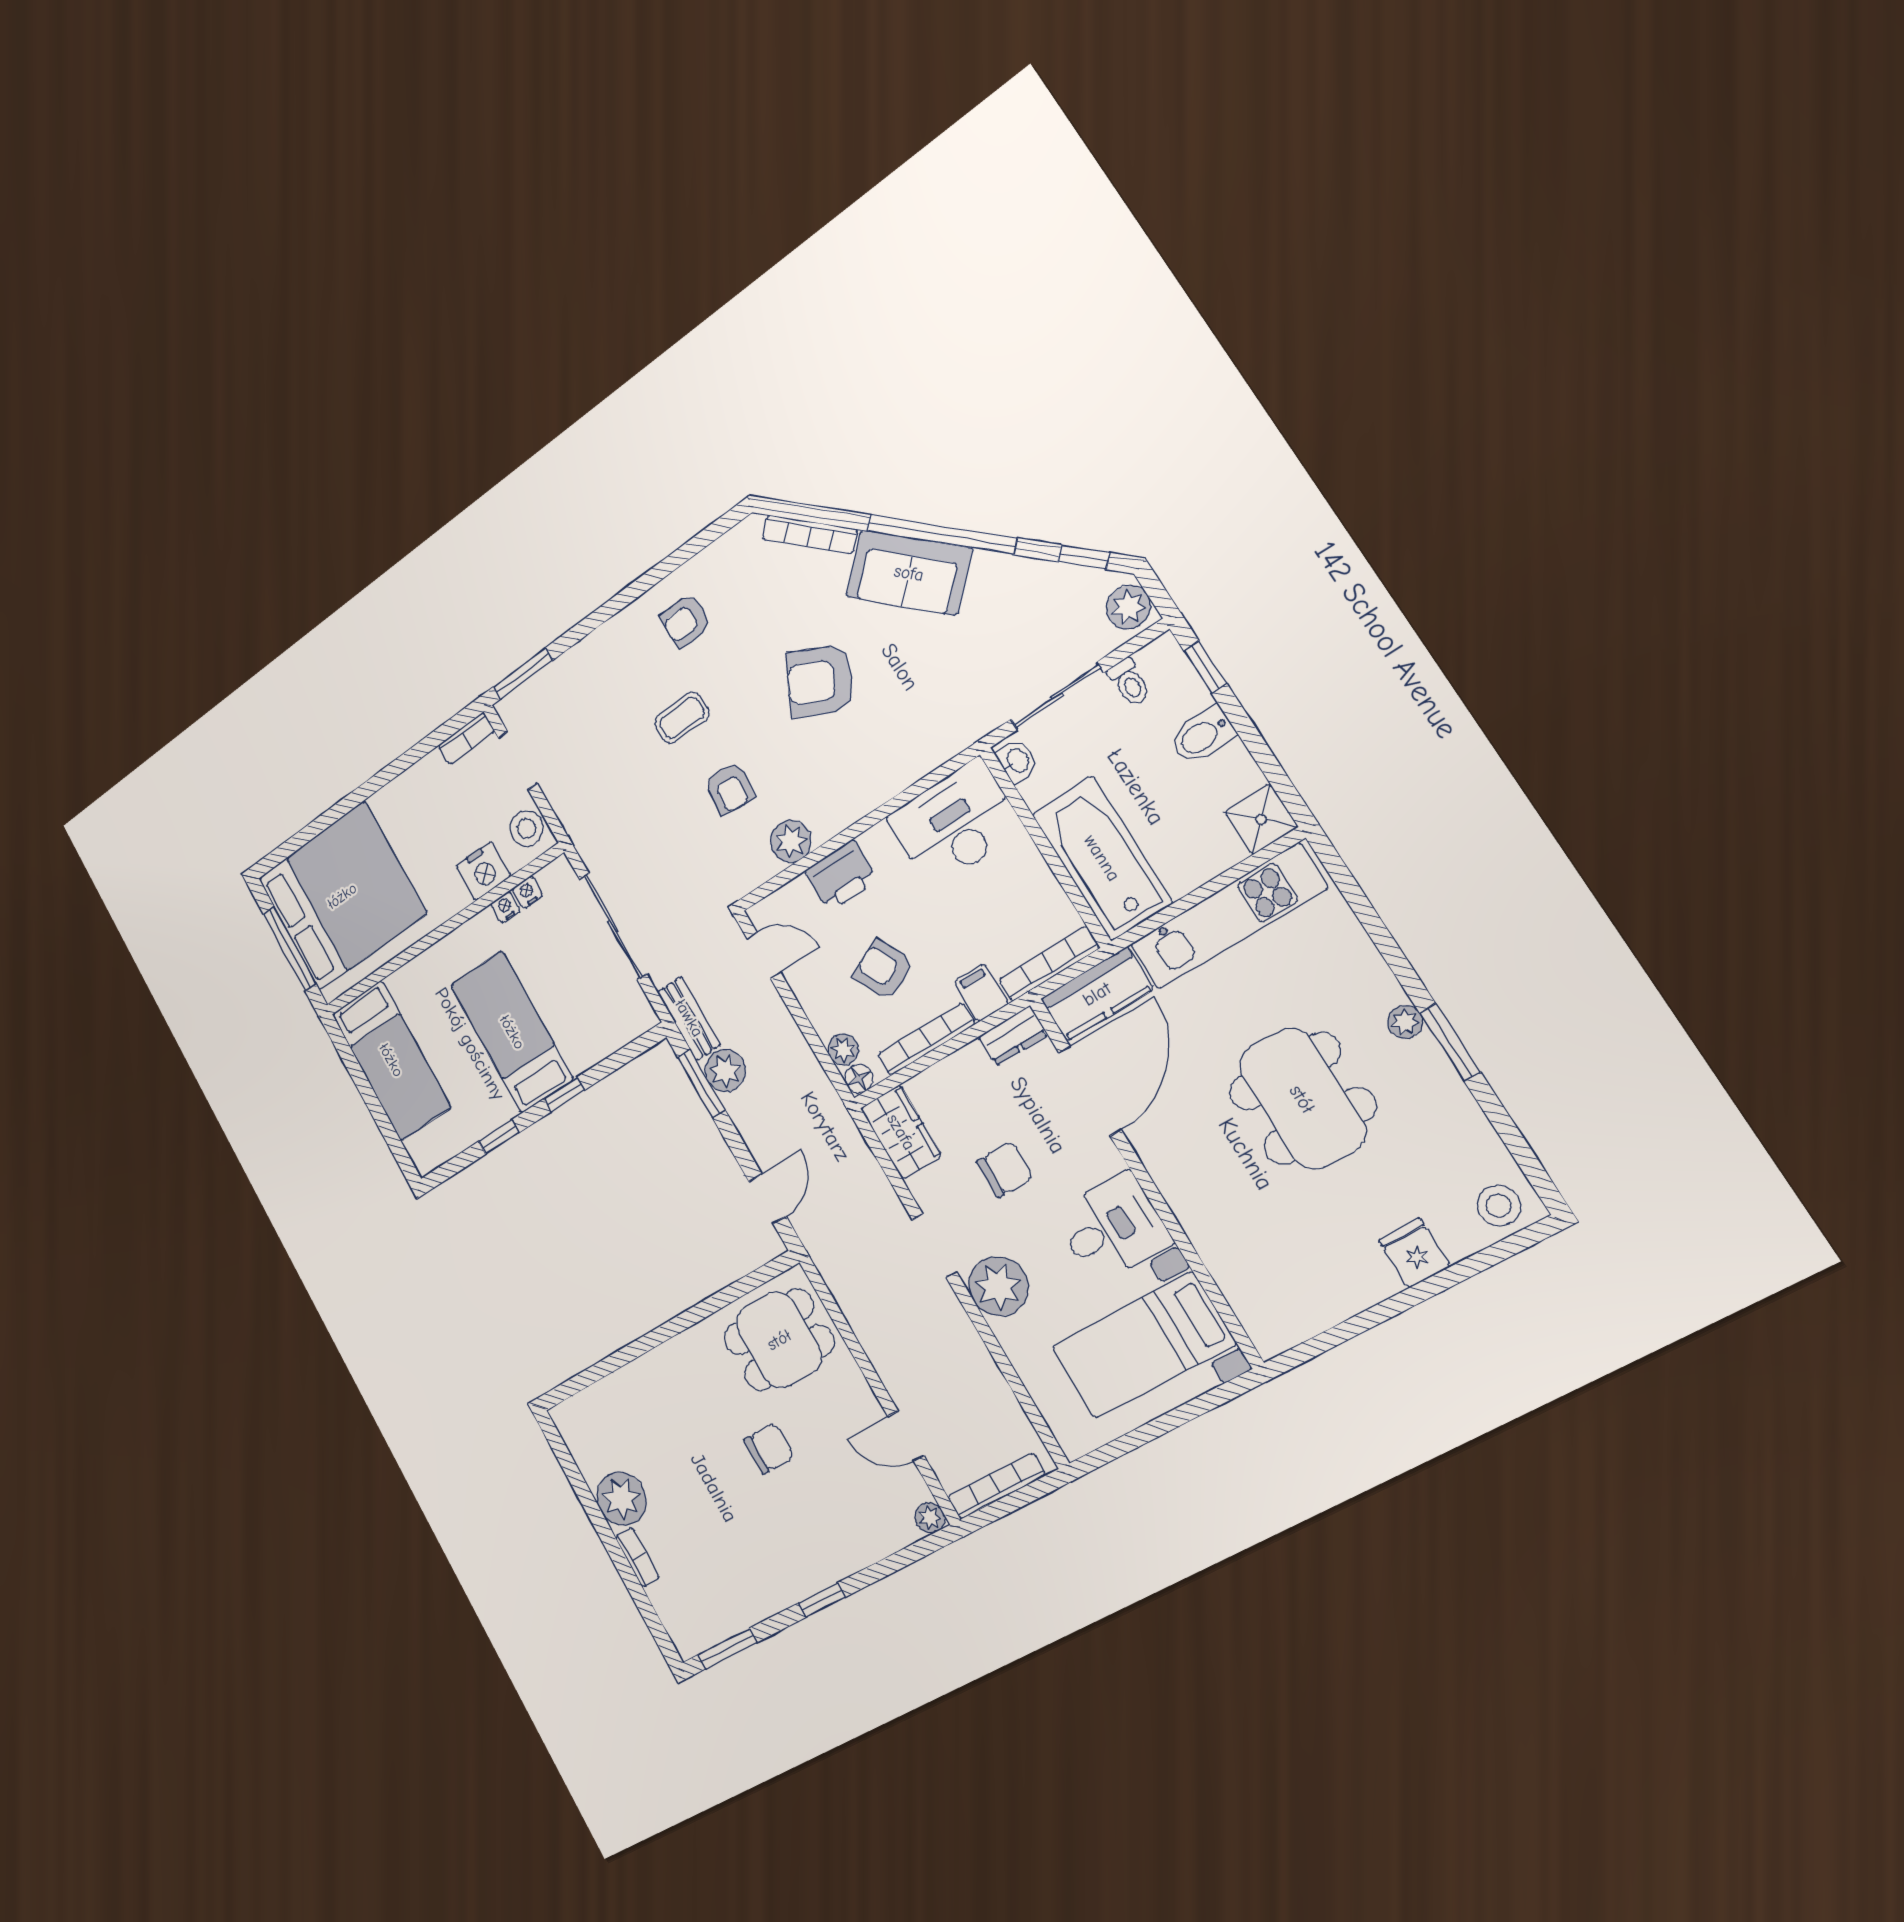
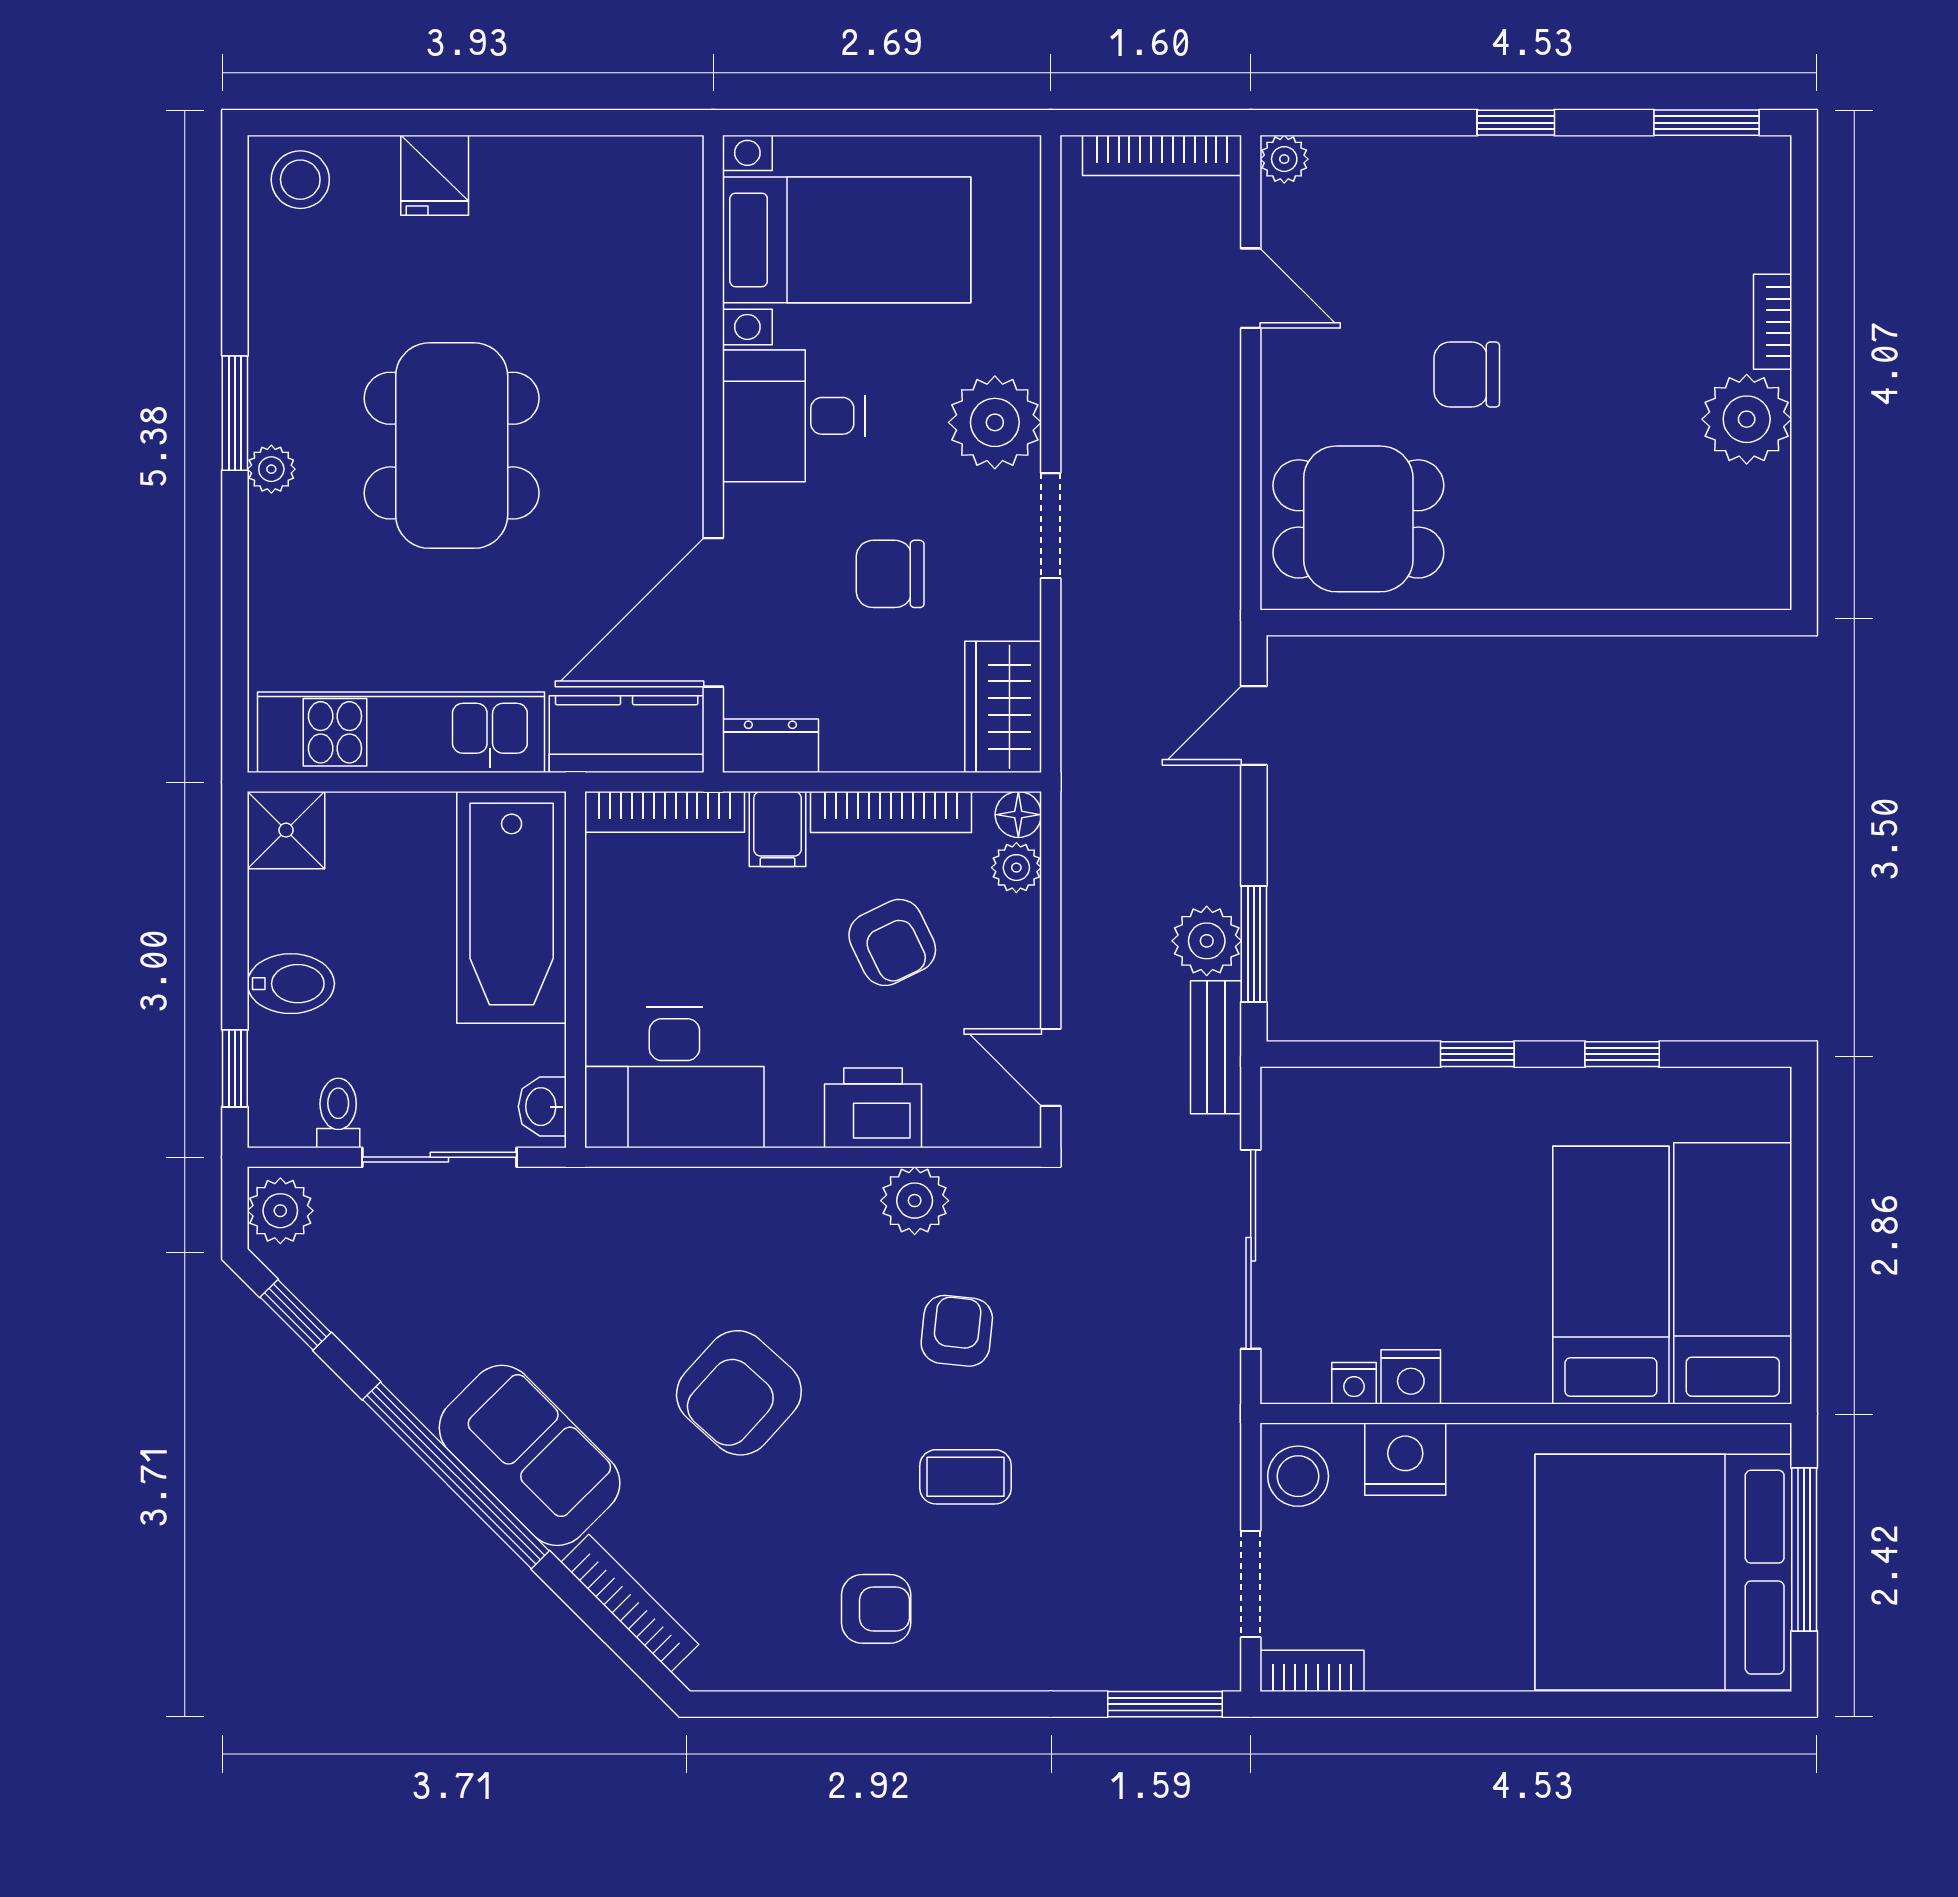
armchair: (820, 681) -> (739, 1393), turned 106
nightstand: (505, 907) -> (1411, 1377), width x1.39, depth x1.35
bed: (512, 1032) -> (1611, 1275), moved, turned 180

